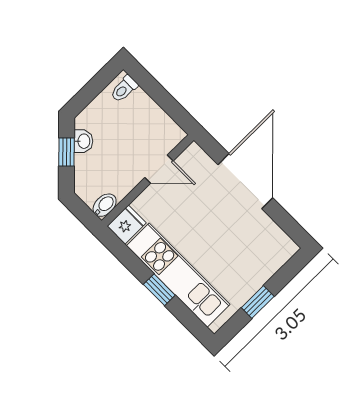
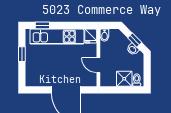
shower: (141, 110) -> (124, 79), added
door: (159, 169) -> (98, 65), hinge flipped
window: (159, 290) -> (42, 25), moved

